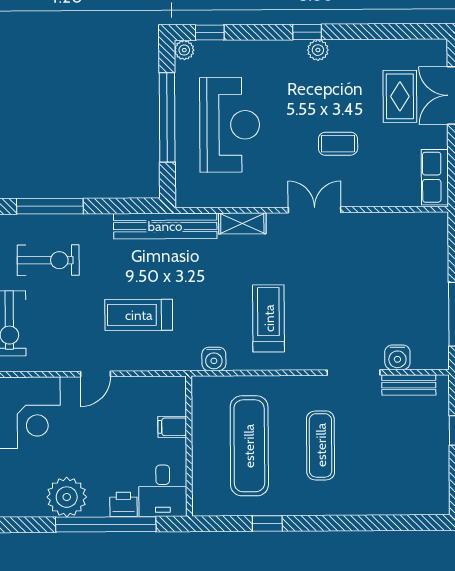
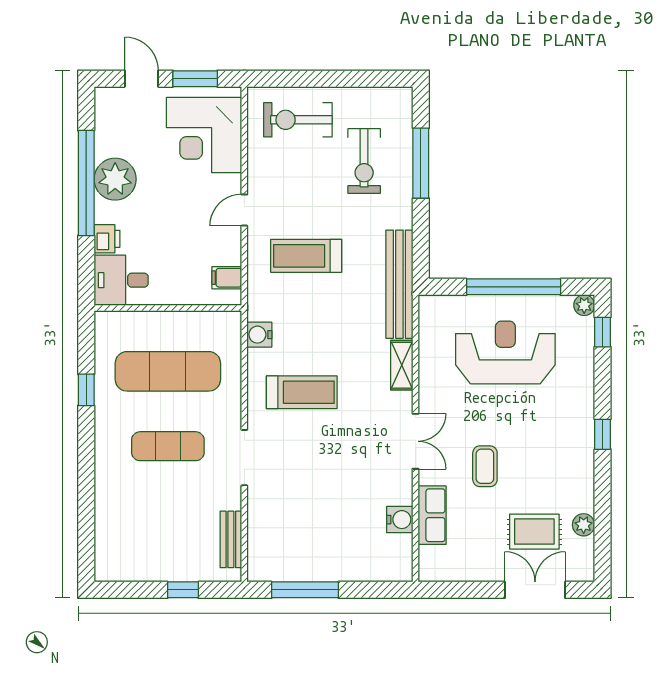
plant: (318, 50) -> (584, 525), moved
reception desk: (230, 125) -> (505, 352), turned 180
row of seats: (435, 177) -> (432, 515), moved, turned 90
treadmill: (139, 315) -> (306, 256), turned -90
water cooler: (397, 357) -> (400, 520), moved, turned 180
doorway: (353, 373) -> (244, 458), moved
door: (95, 374) -> (244, 210), hinge flipped
filing cabinet: (172, 427) -> (227, 278), moved, turned -90
window: (106, 524) -> (86, 183), moved

